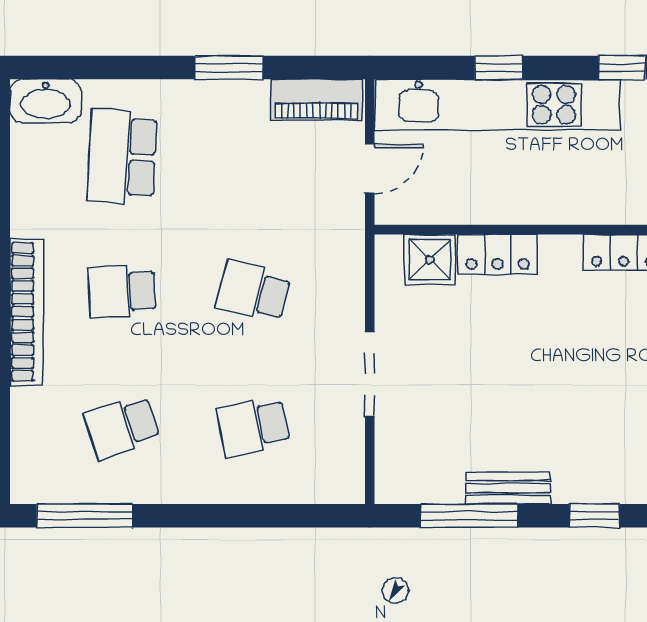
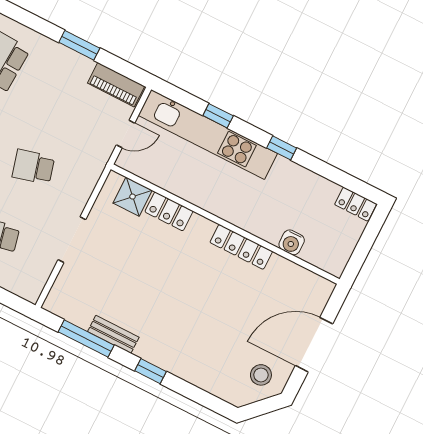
school desk: (253, 292) -> (33, 167), turned -30

